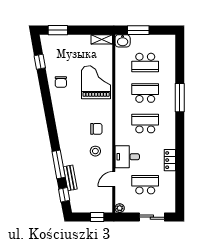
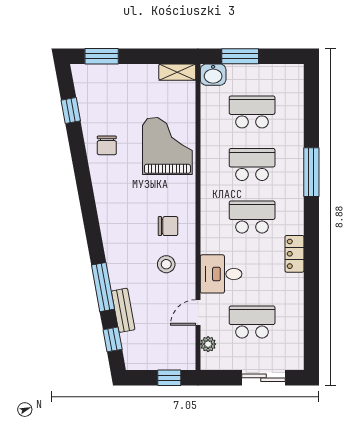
school desk: (145, 63) -> (252, 112), turned 180
locker: (170, 160) -> (294, 254), moved
plant: (120, 208) -> (208, 344), moved

